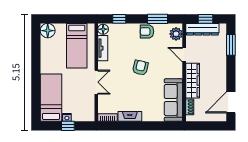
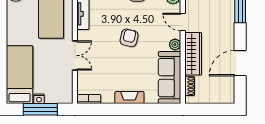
plant: (178, 73) -> (175, 45), added
door: (231, 102) -> (240, 63), moved
fireplace: (130, 116) -> (129, 98), moved
window: (68, 126) -> (40, 109), width x2.17

